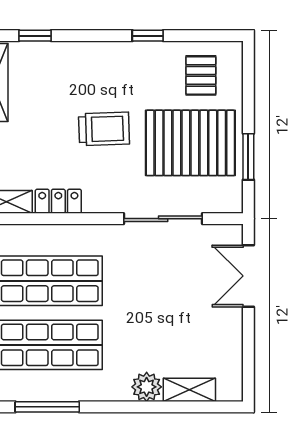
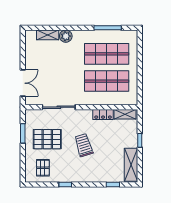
trolley: (104, 129) -> (84, 145), turned 75
pallet: (190, 143) -> (47, 139), width x0.73, depth x0.71

